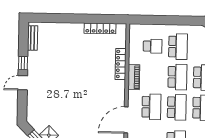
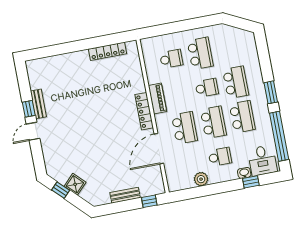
bench: (33, 38) -> (38, 104), moved
locker: (121, 64) -> (144, 111), moved
school desk: (177, 77) -> (207, 88), width x0.54

